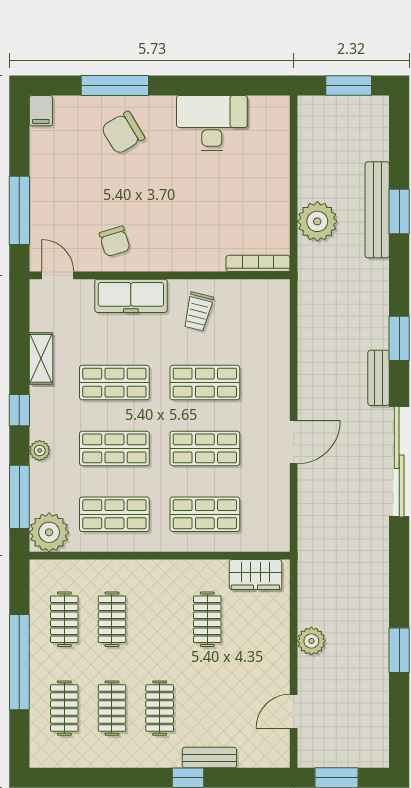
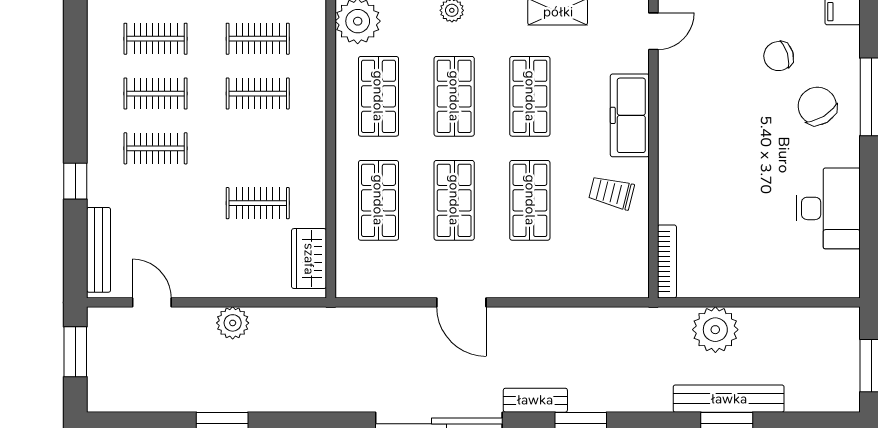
chair: (115, 241) -> (779, 56), moved
bench: (209, 758) -> (99, 250), moved, width x1.36

